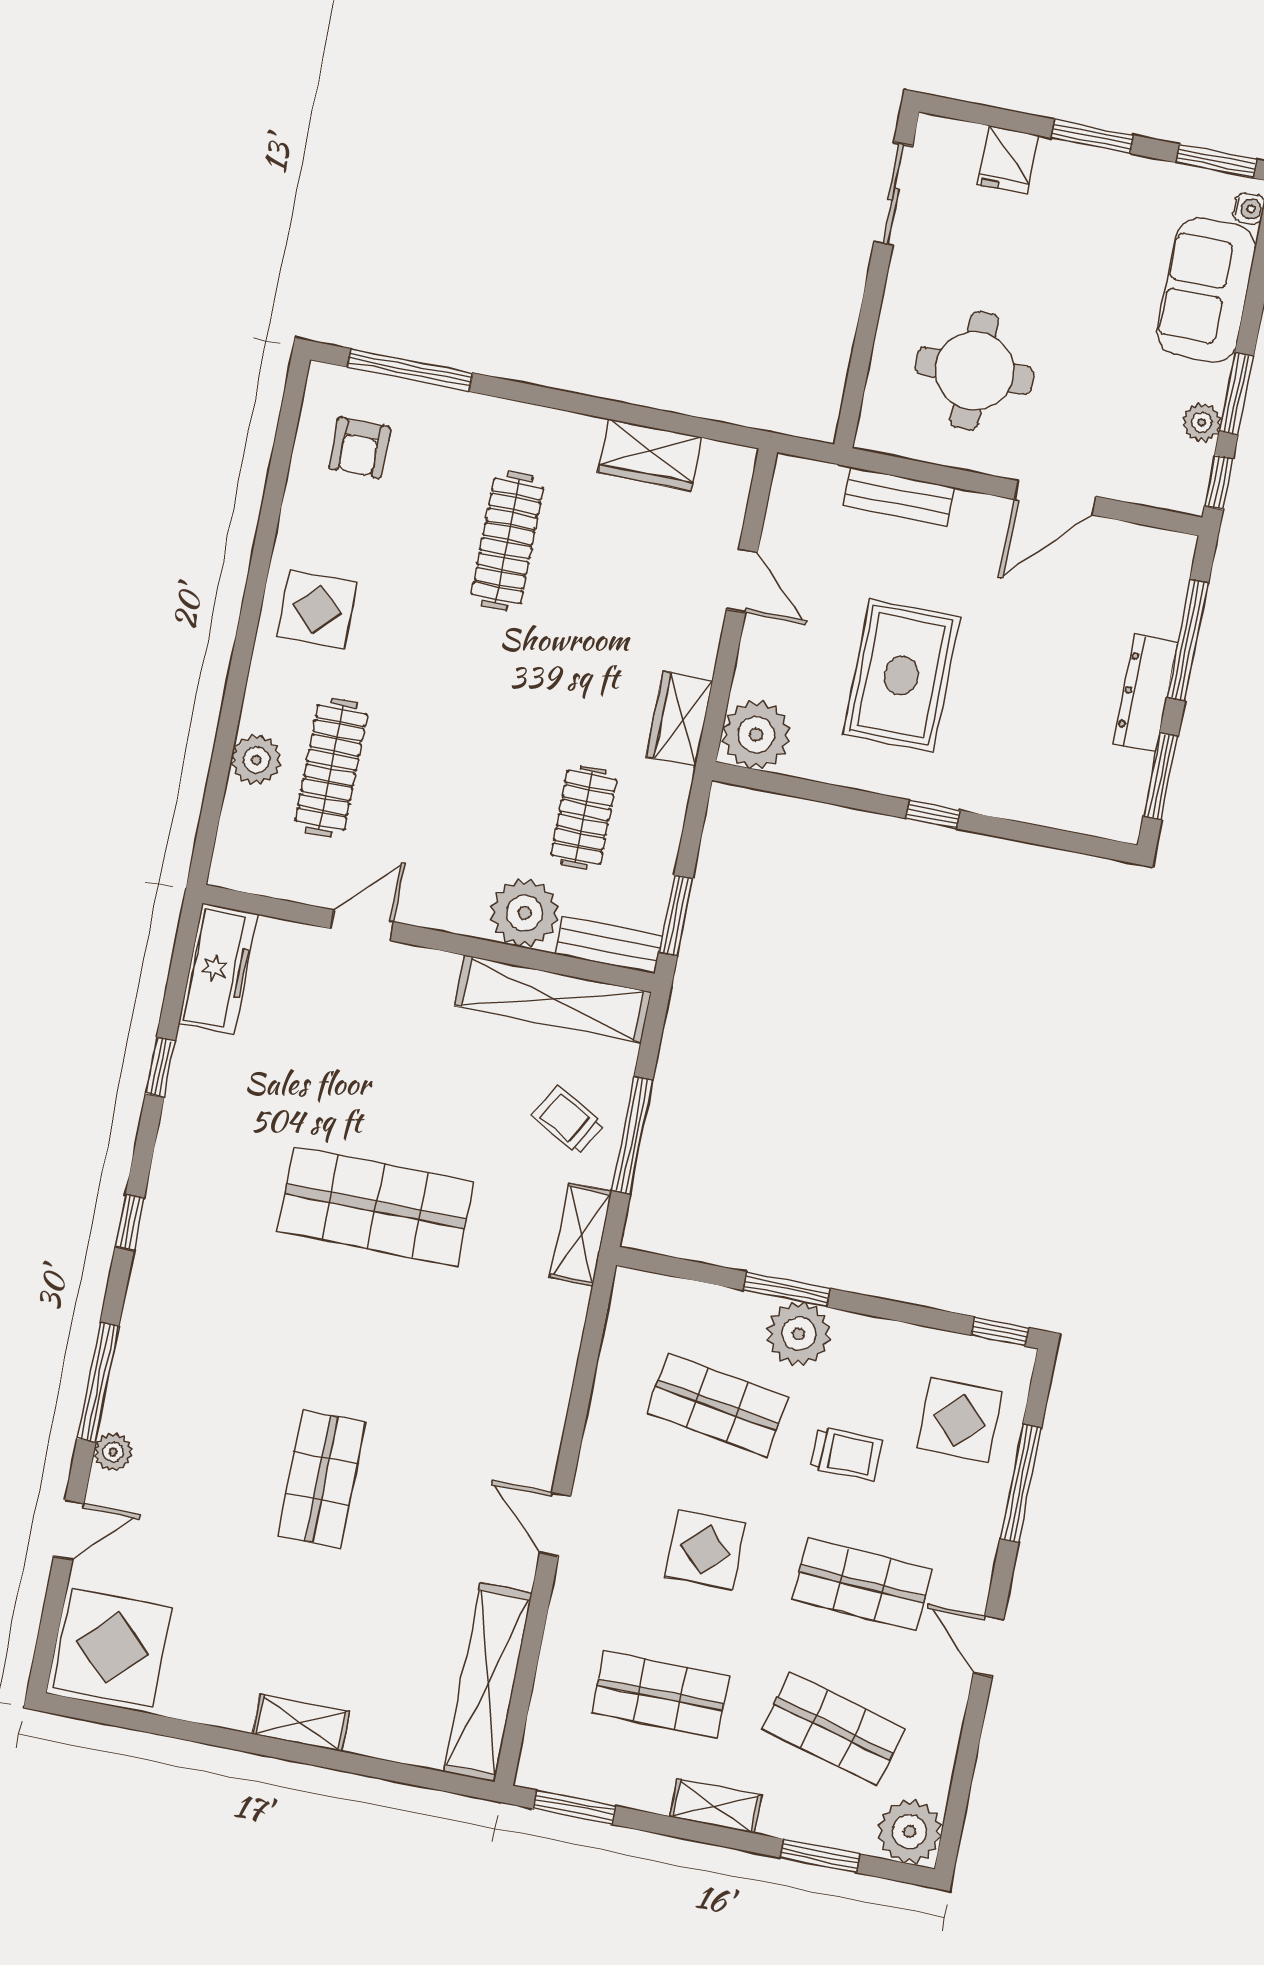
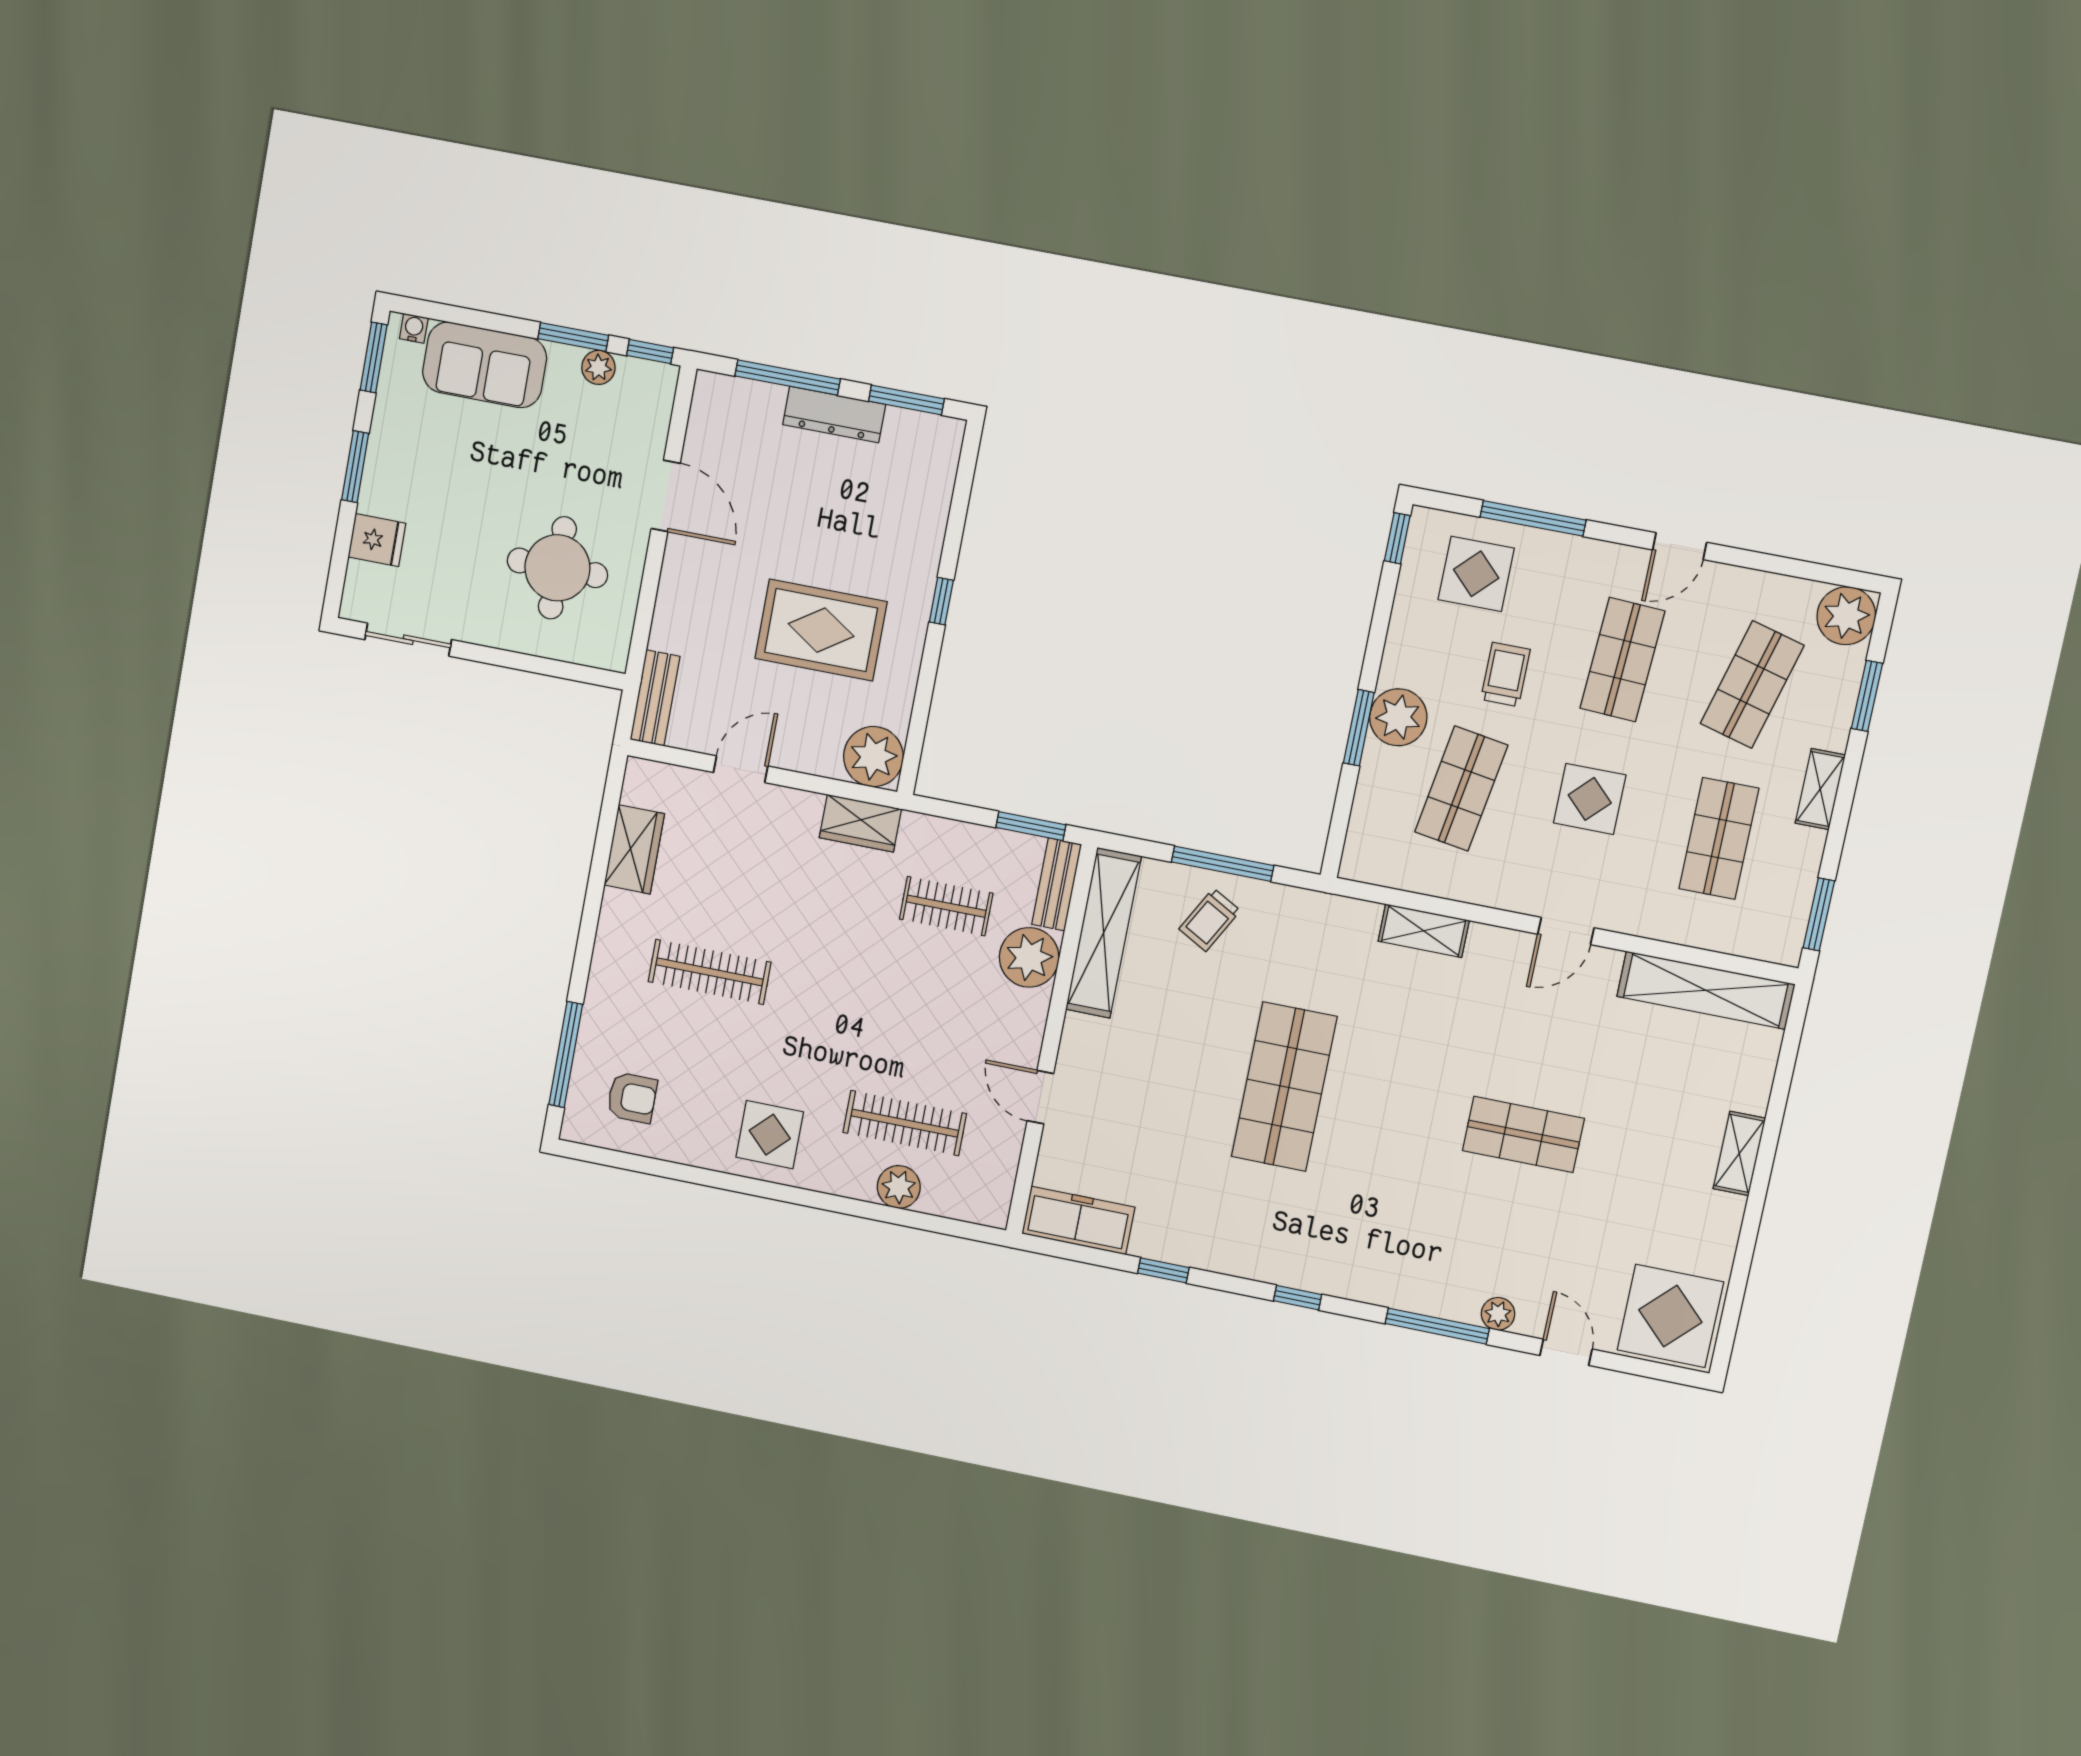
bench: (899, 497) -> (655, 698), moved
shelving: (581, 1234) -> (1424, 931), moved

